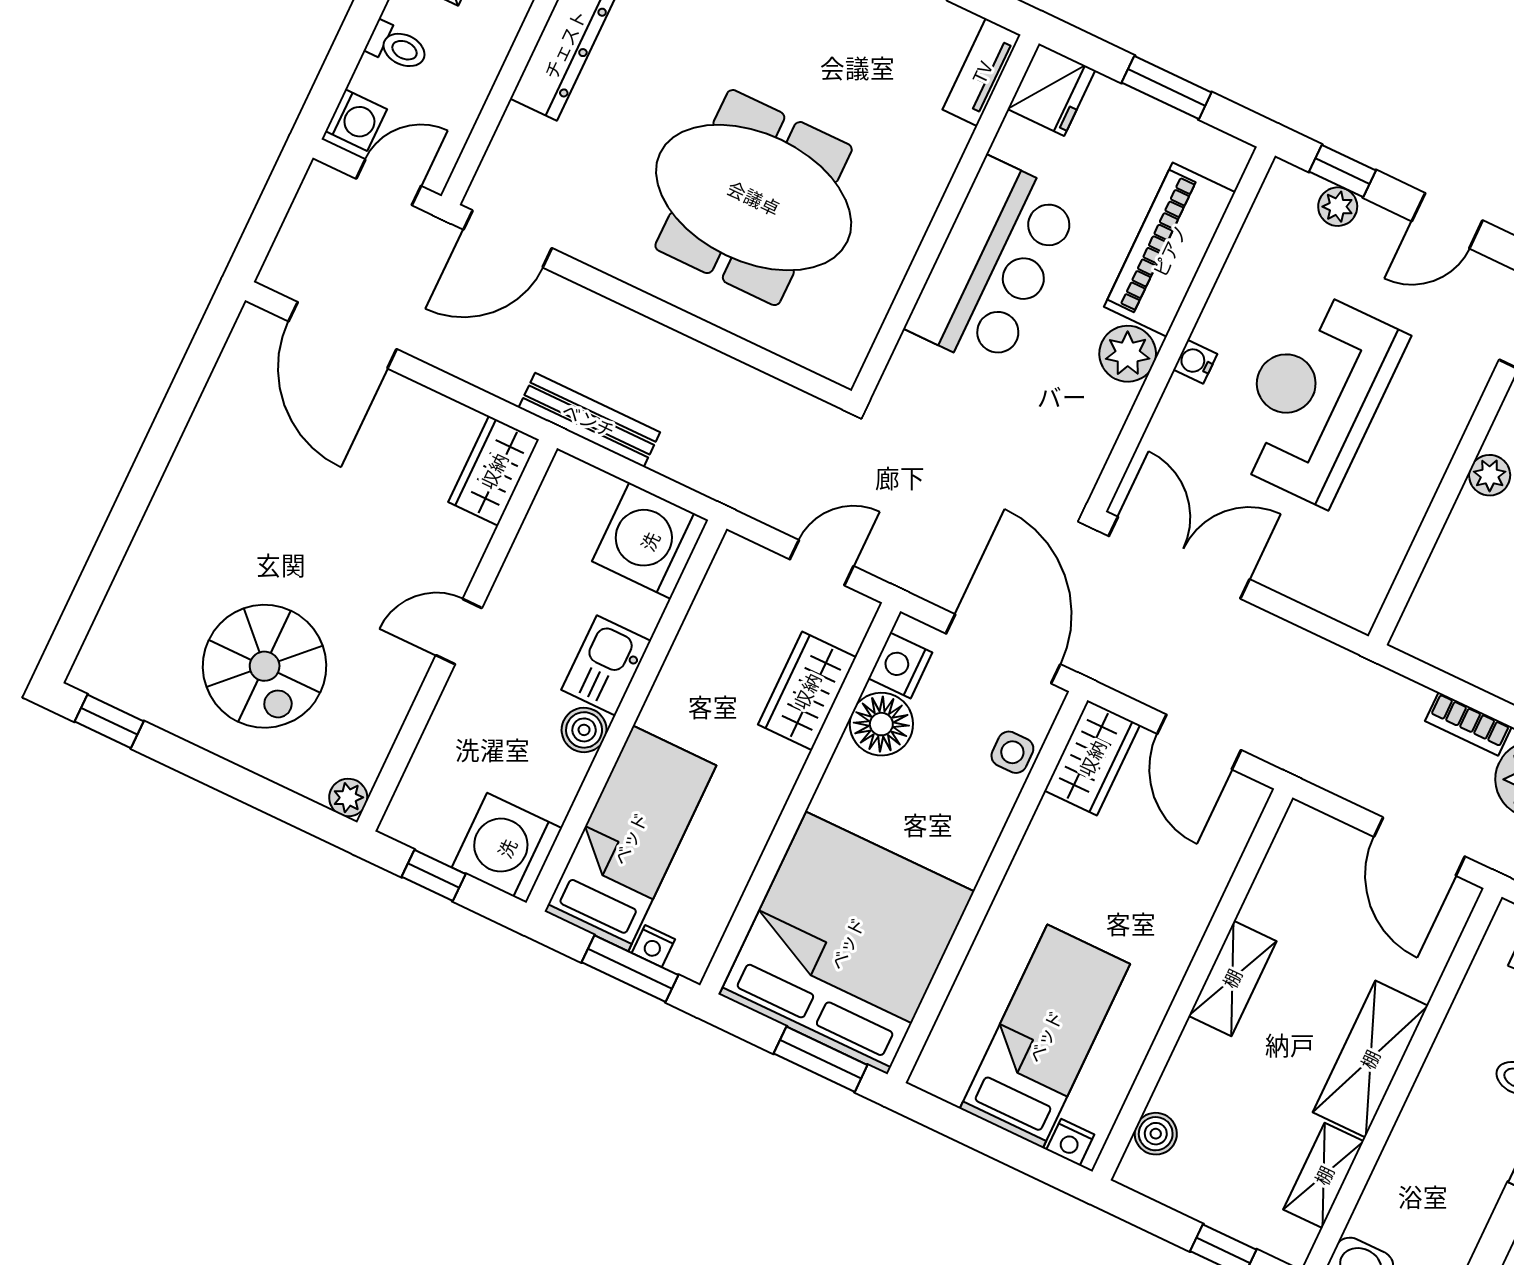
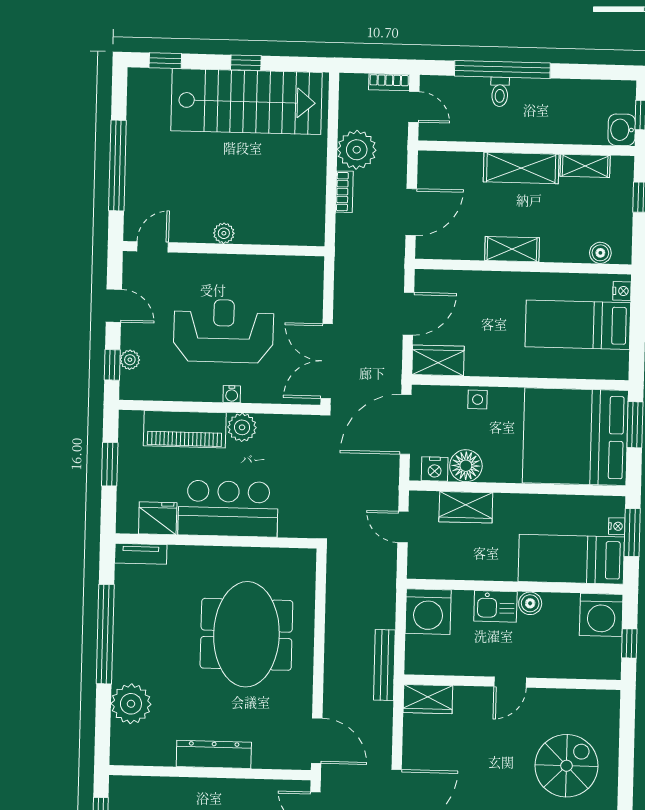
fridge: (1051, 90) -> (158, 518), moved
reception desk: (1315, 397) -> (224, 331), turned 180
door: (459, 632) -> (510, 682), hinge flipped
side table: (1012, 752) -> (478, 400), moved
plant: (348, 798) -> (611, 699), removed
door: (1419, 847) -> (411, 212), moved

